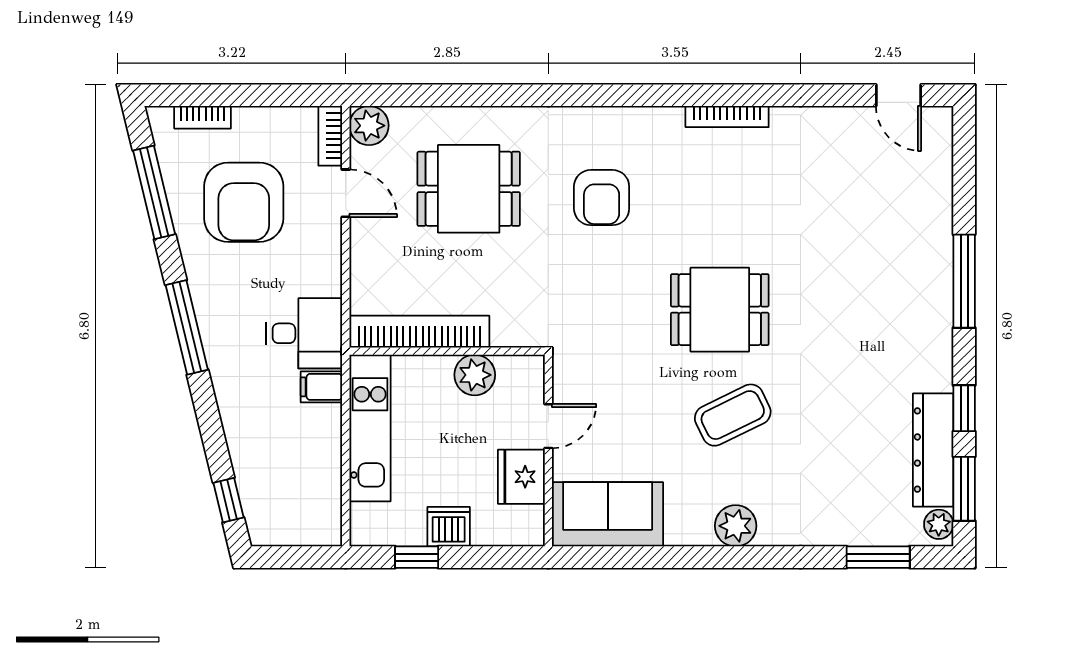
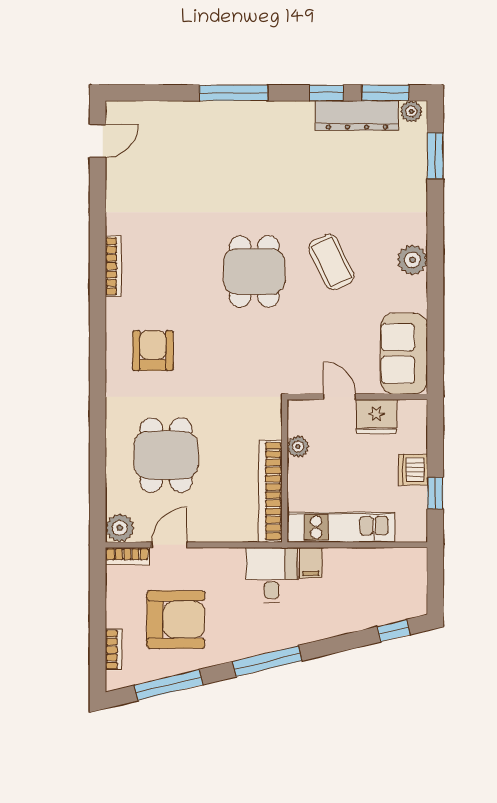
armchair: (602, 198) -> (153, 351), moved, turned -90
plant: (475, 375) -> (298, 447), width x0.73, depth x0.73

